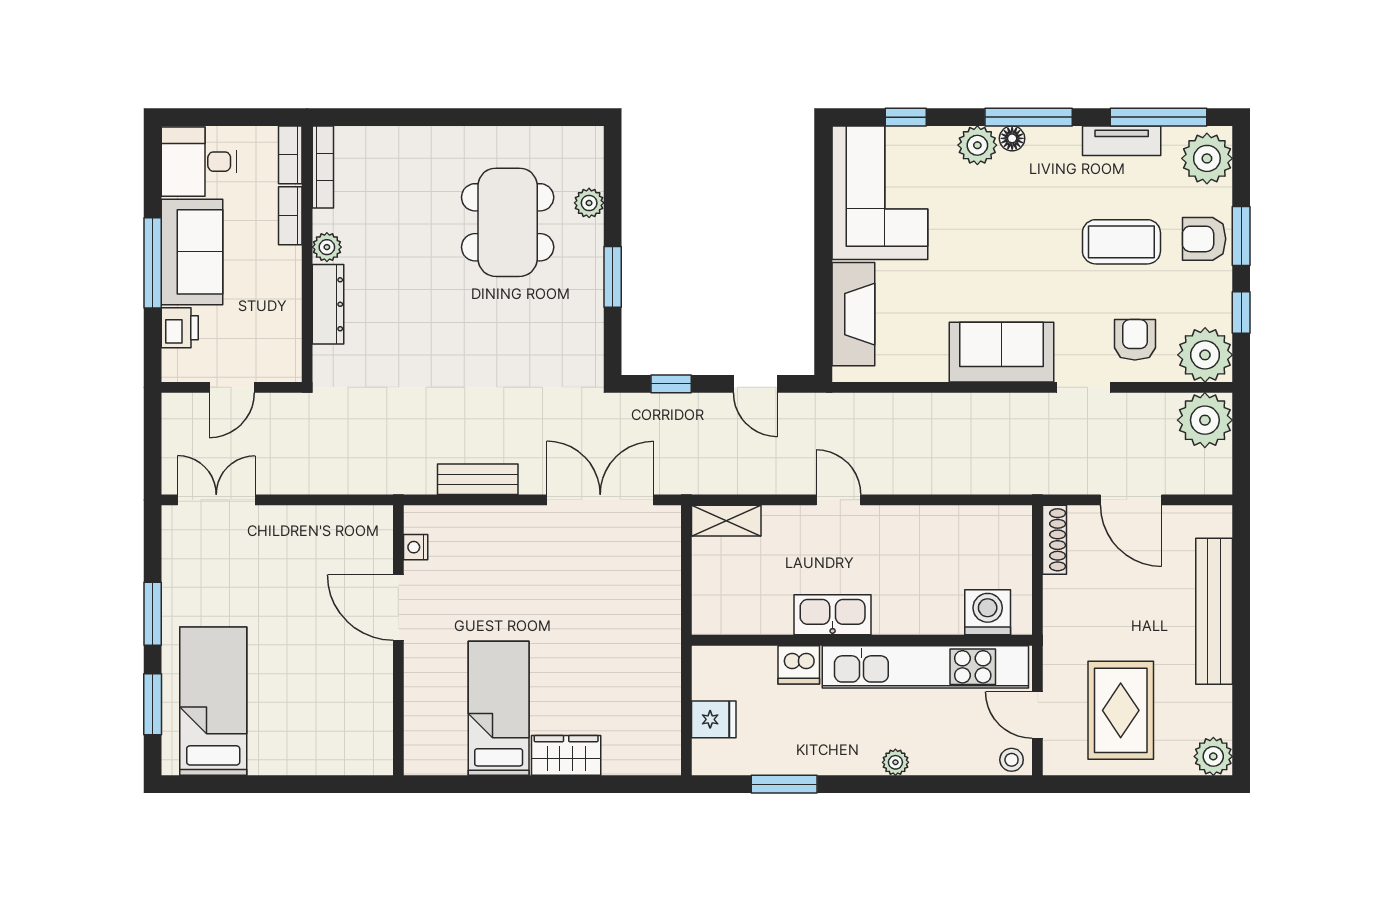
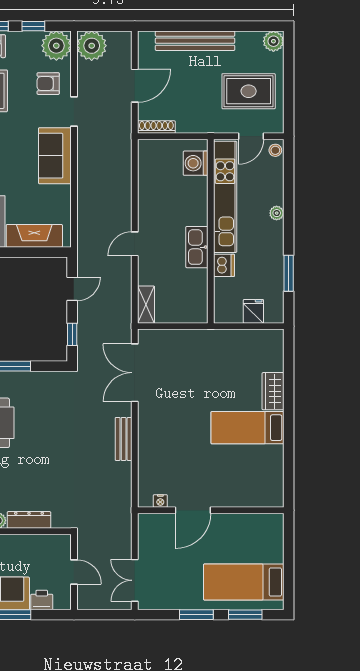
nightstand: (416, 547) -> (160, 501), moved
door: (398, 608) -> (193, 510), moved
wall: (398, 640) -> (211, 510), moved

